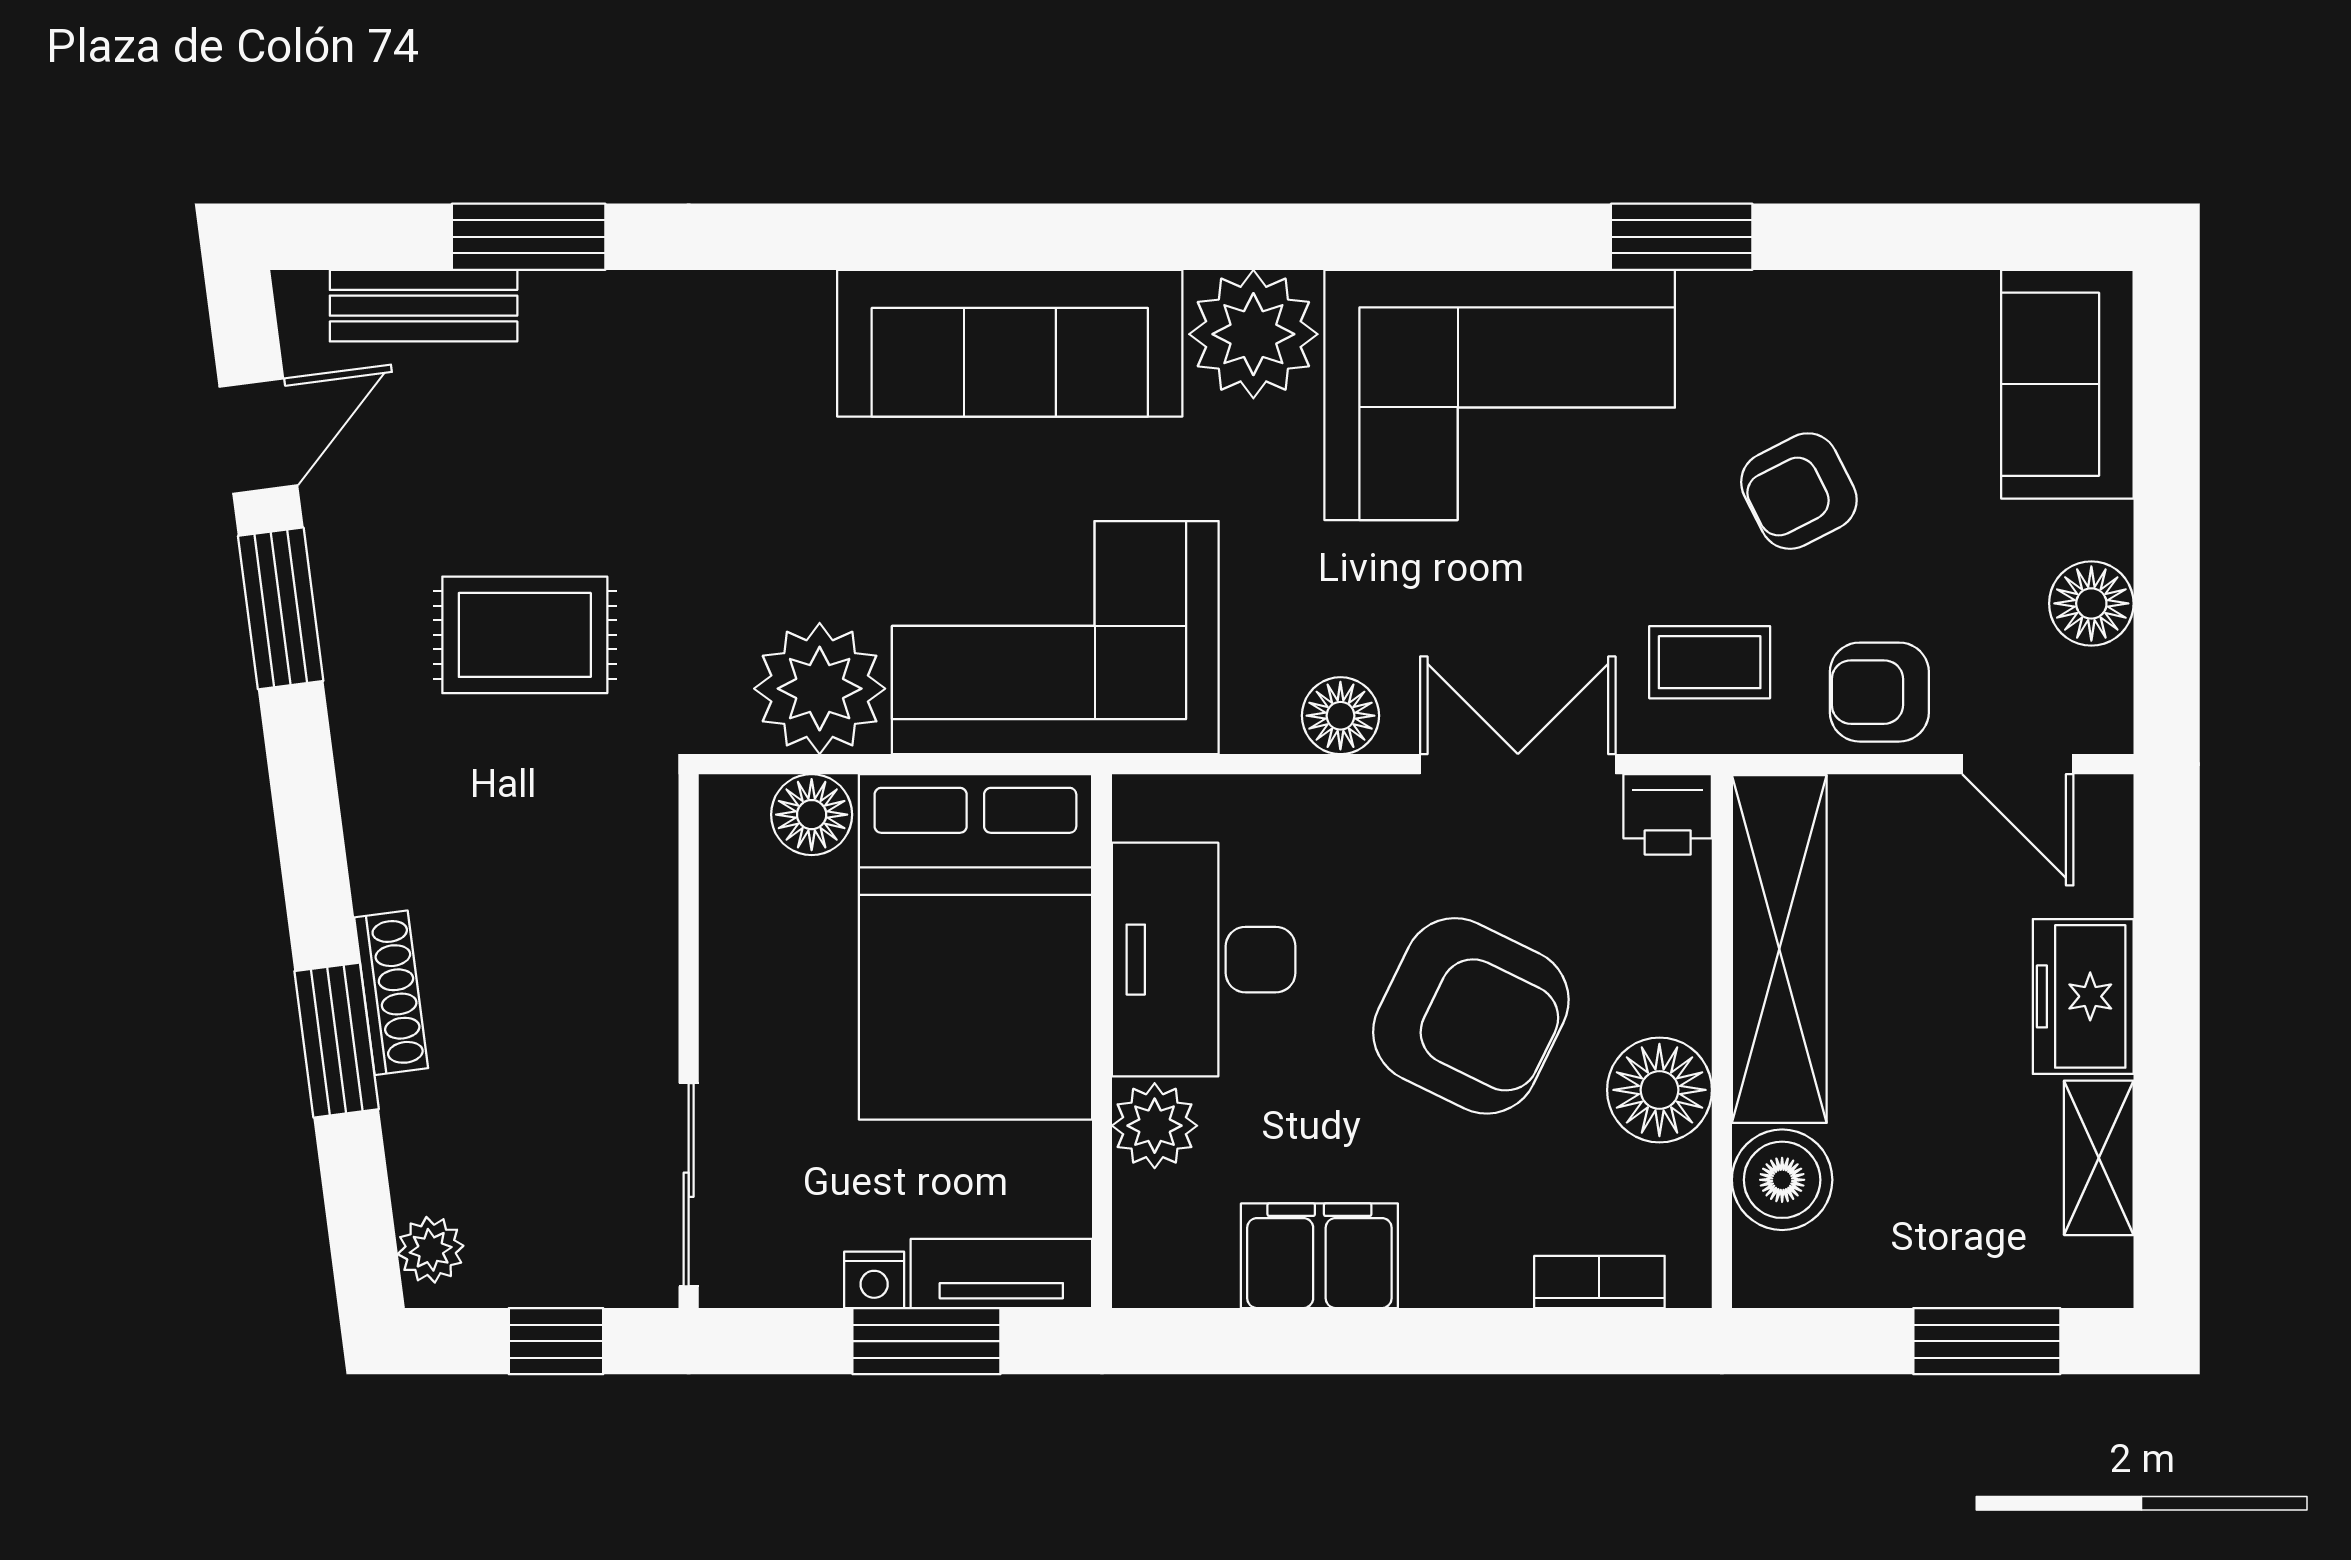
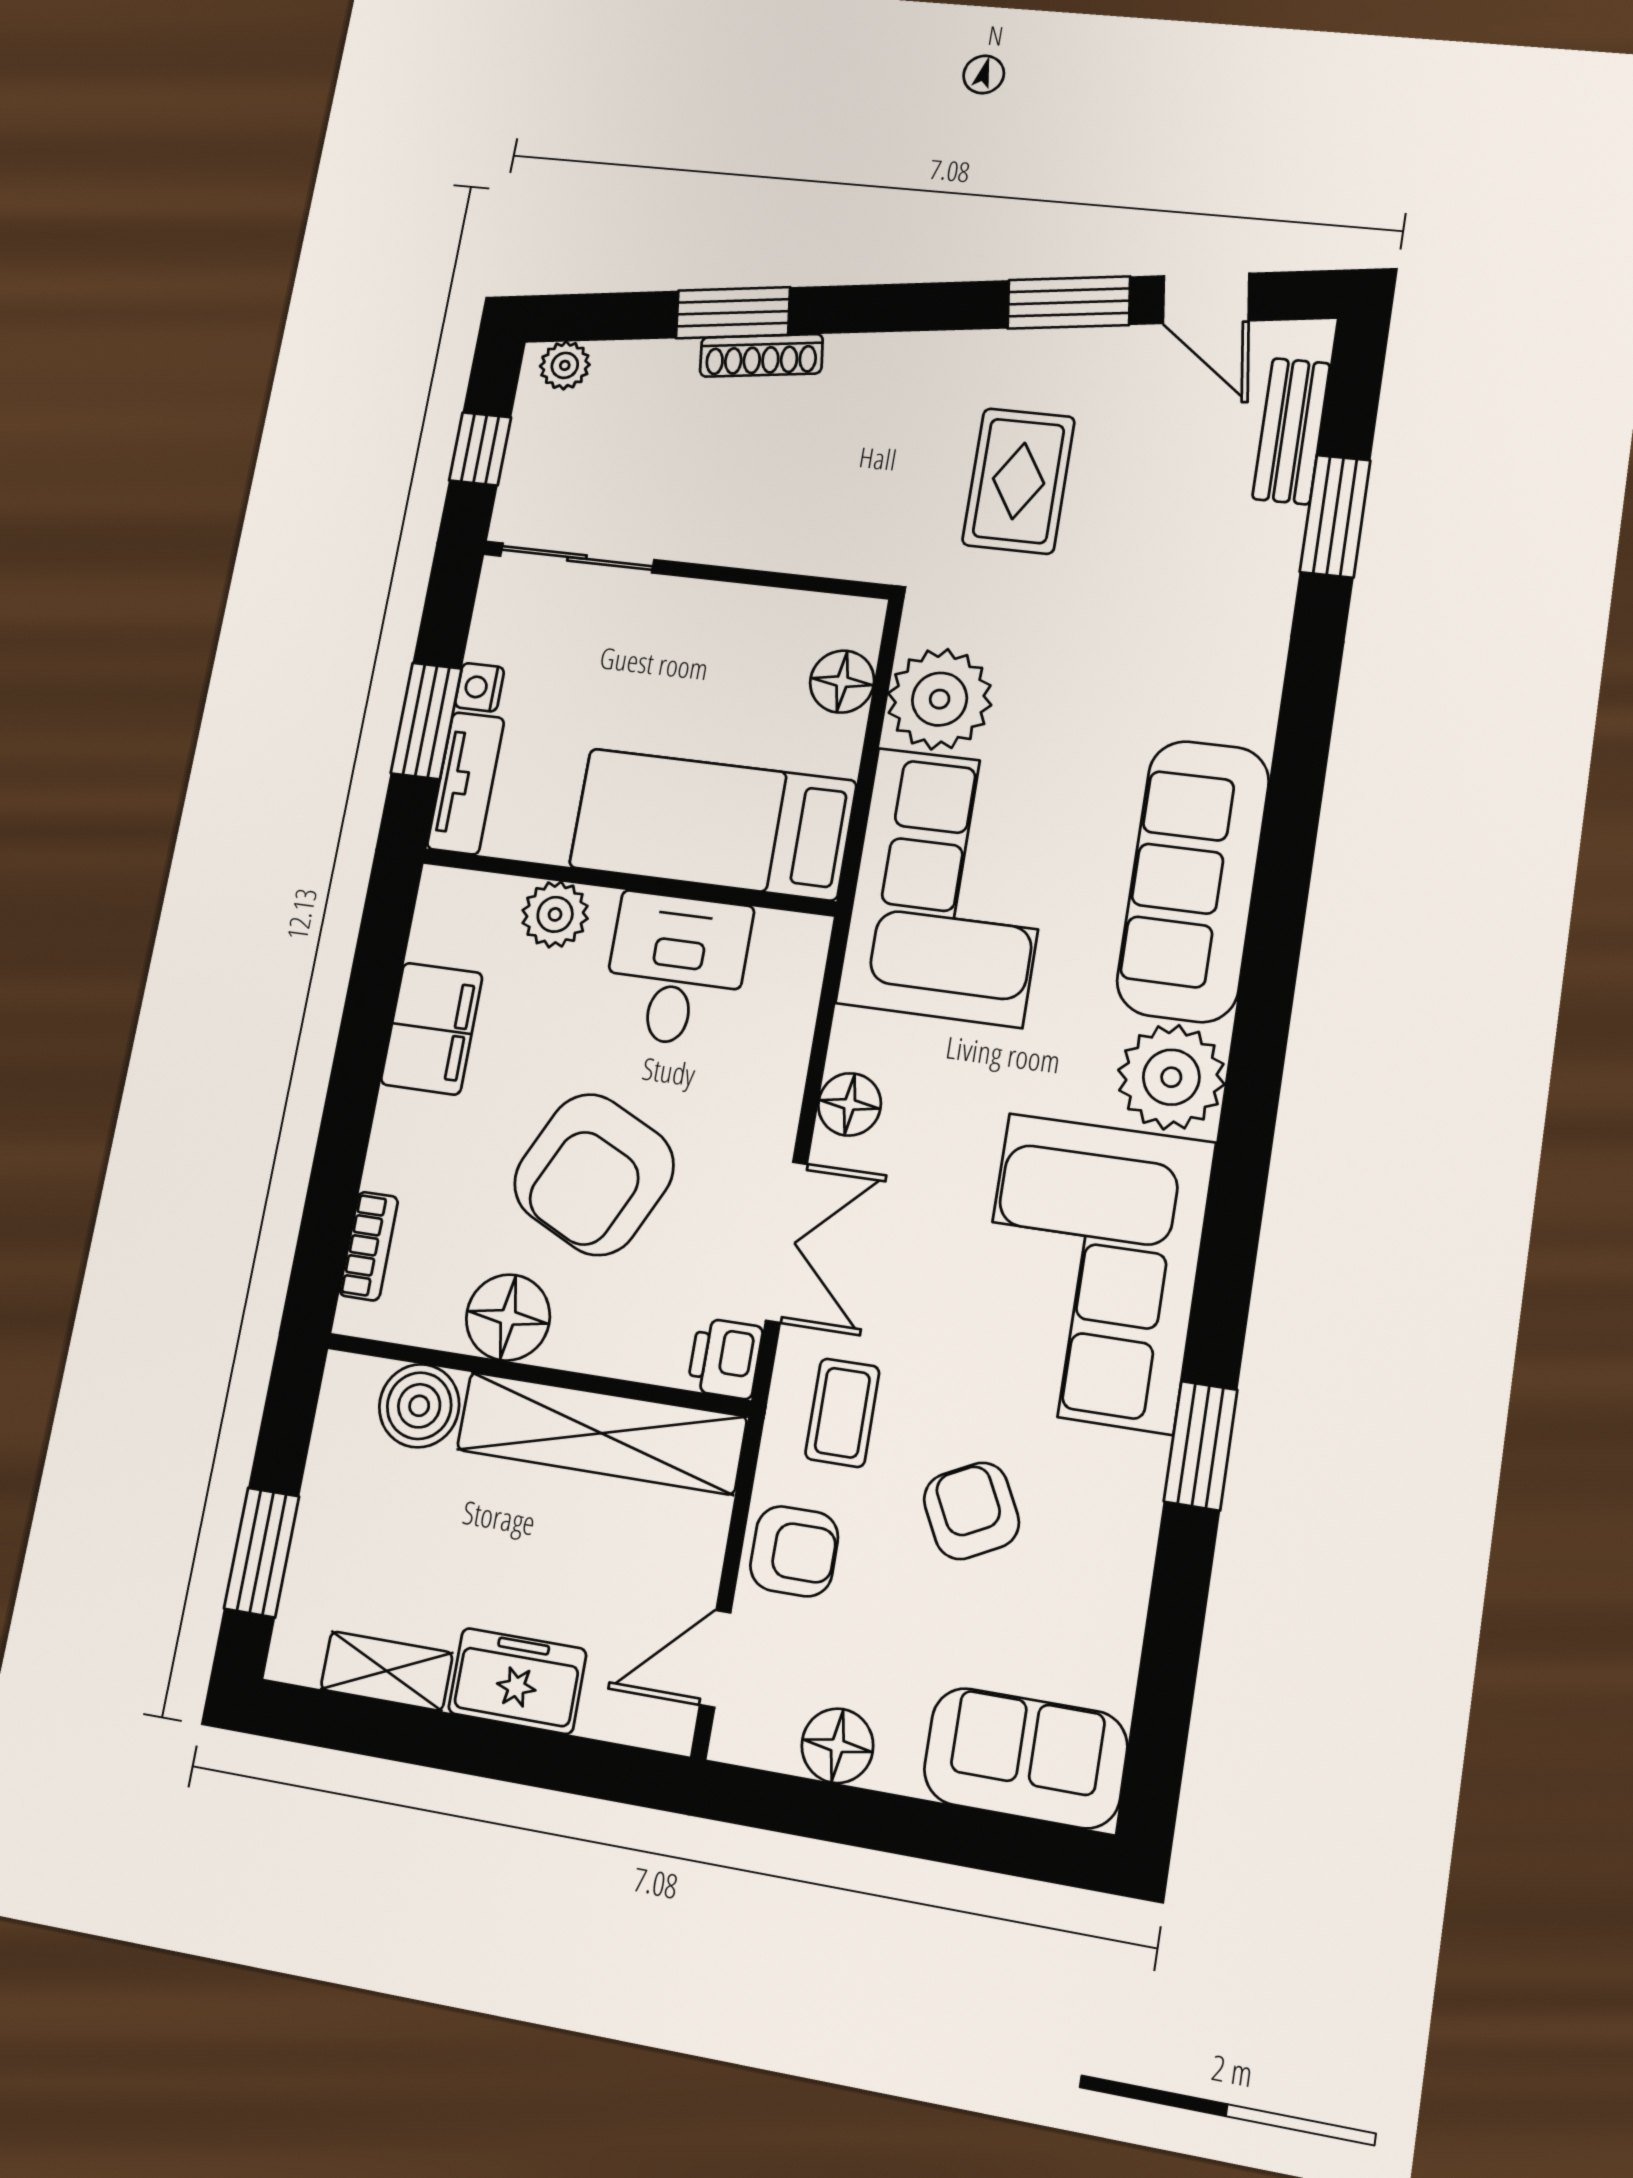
armchair: (1879, 692) -> (794, 1551), turned 90
bed: (975, 947) -> (712, 824), width x0.67
desk: (1204, 960) -> (676, 970), width x0.73

